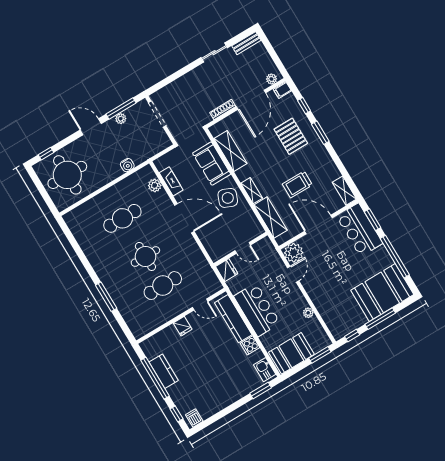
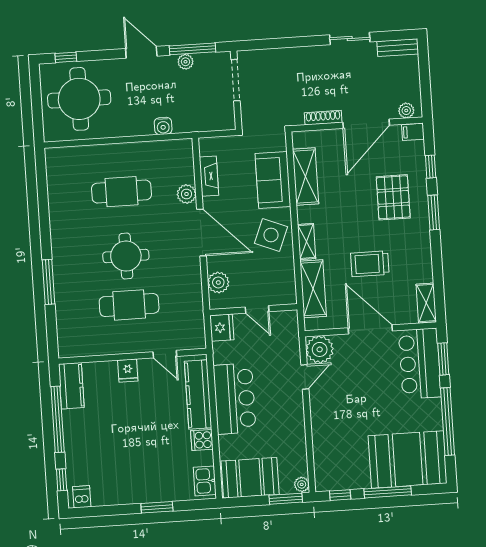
plant: (155, 185) -> (187, 194), moved
plant: (210, 244) -> (218, 282), added
plant: (308, 313) -> (302, 484), moved
kitchen counter: (164, 371) -> (71, 386), moved
window: (261, 391) -> (157, 507), moved

